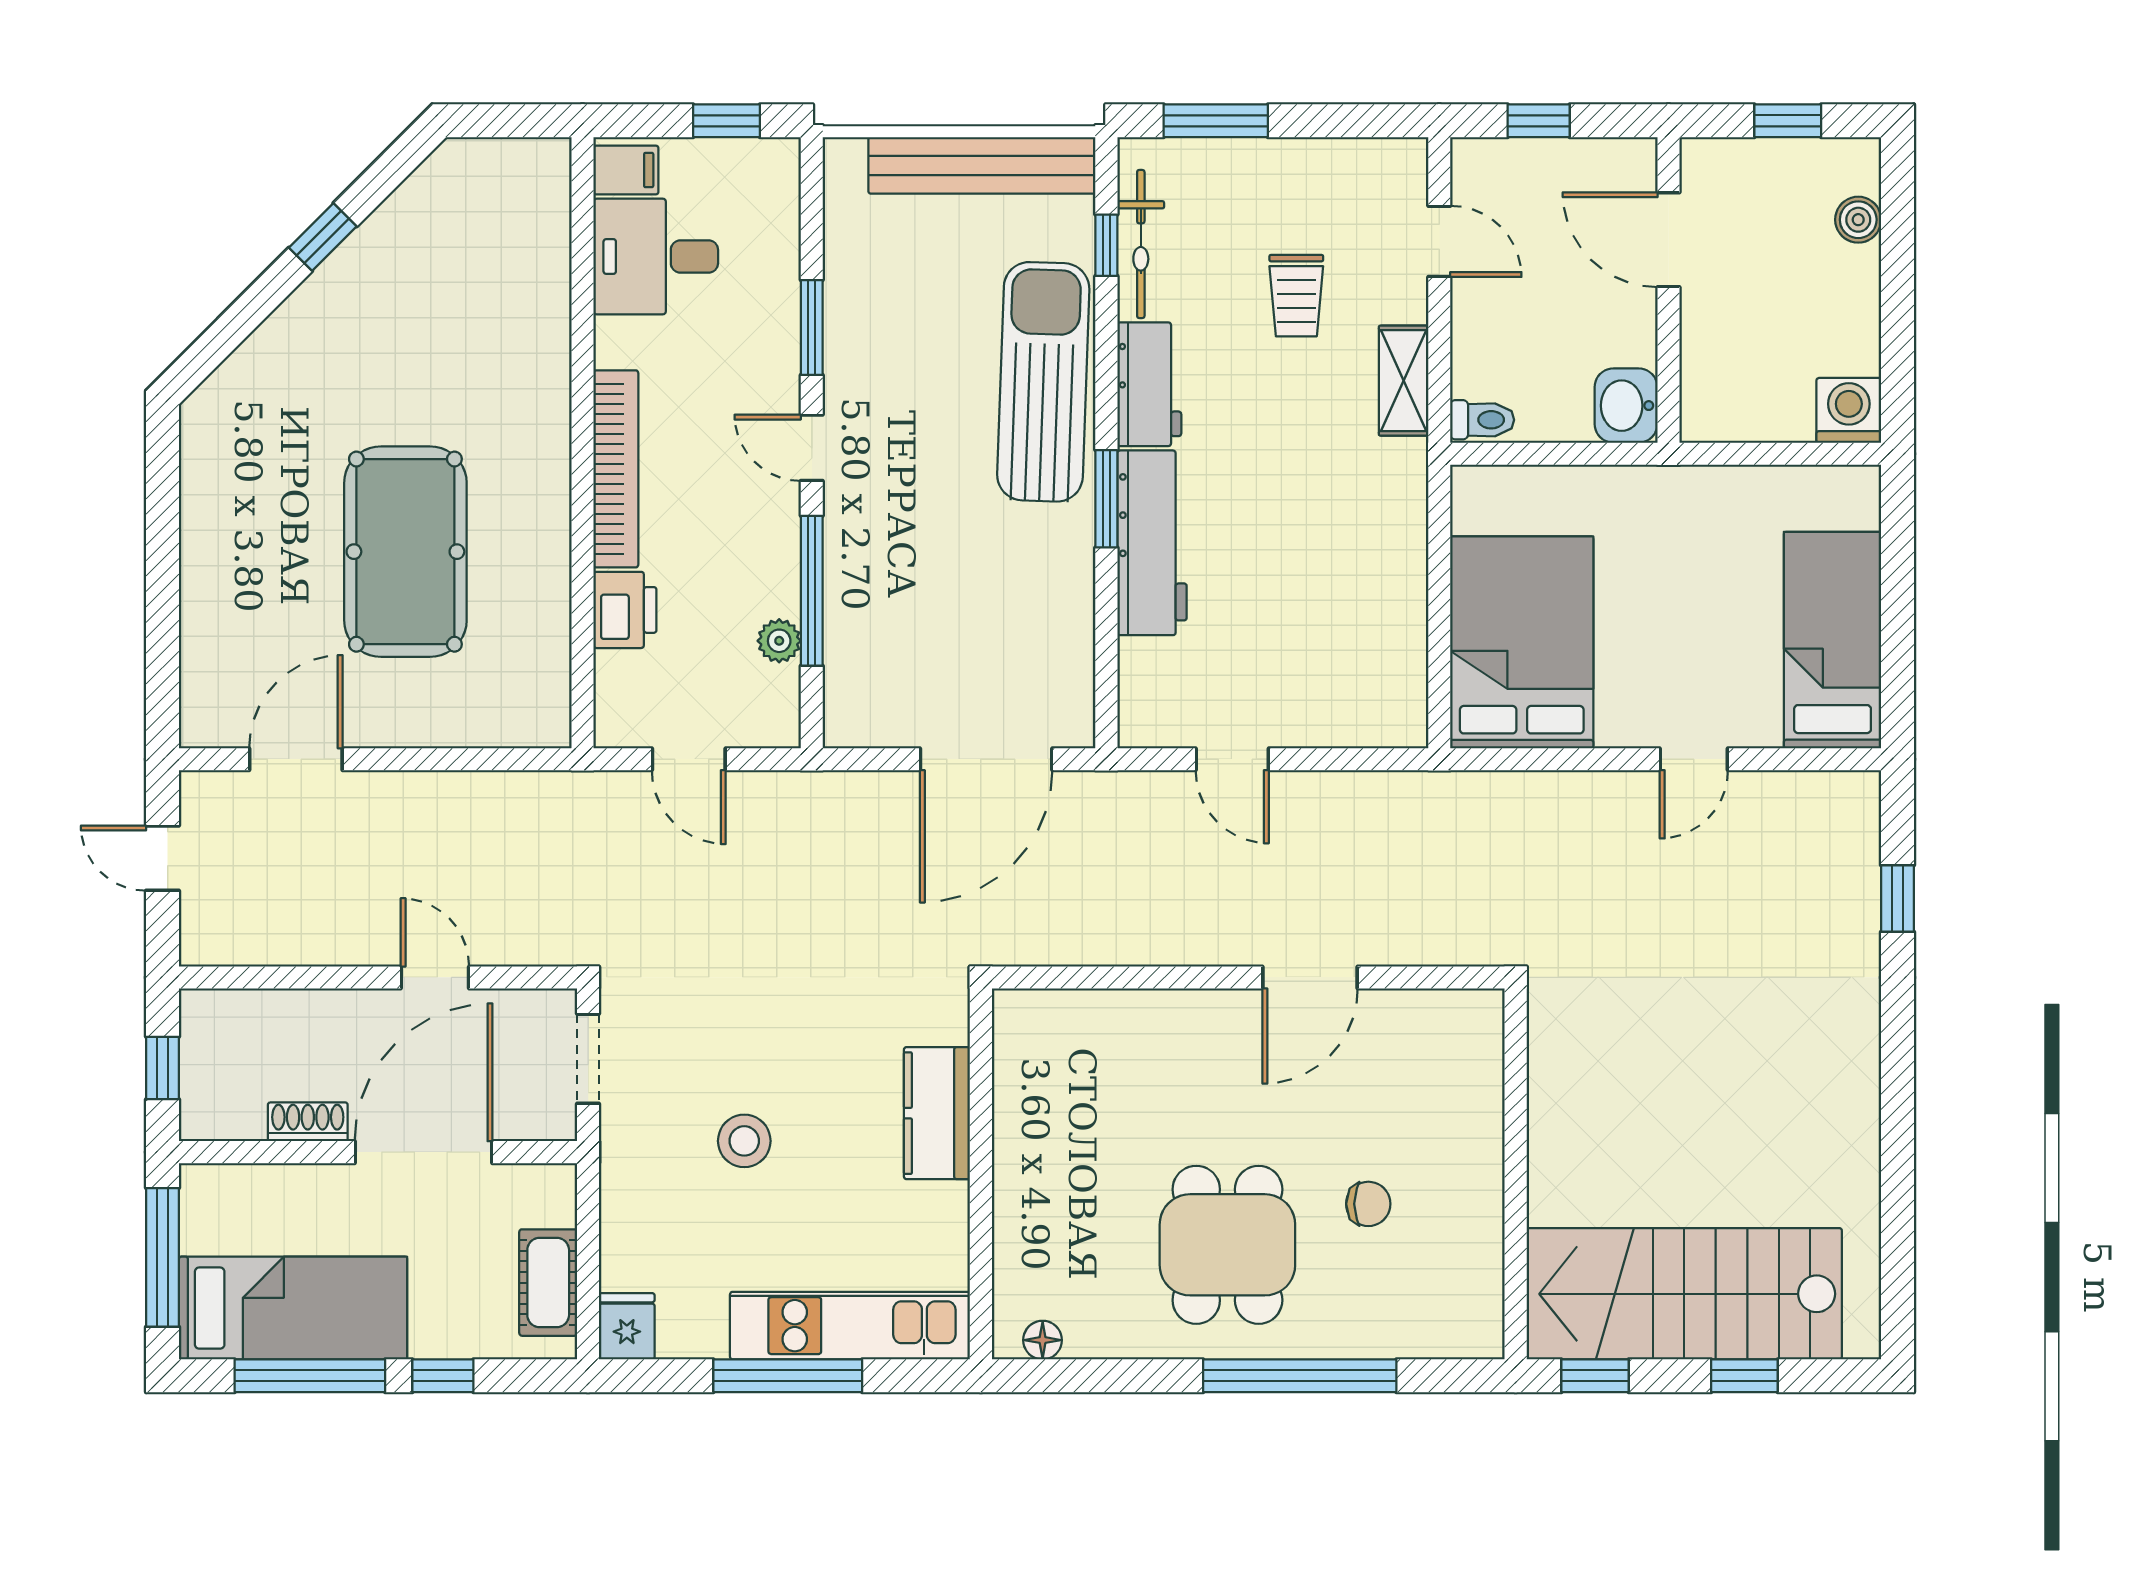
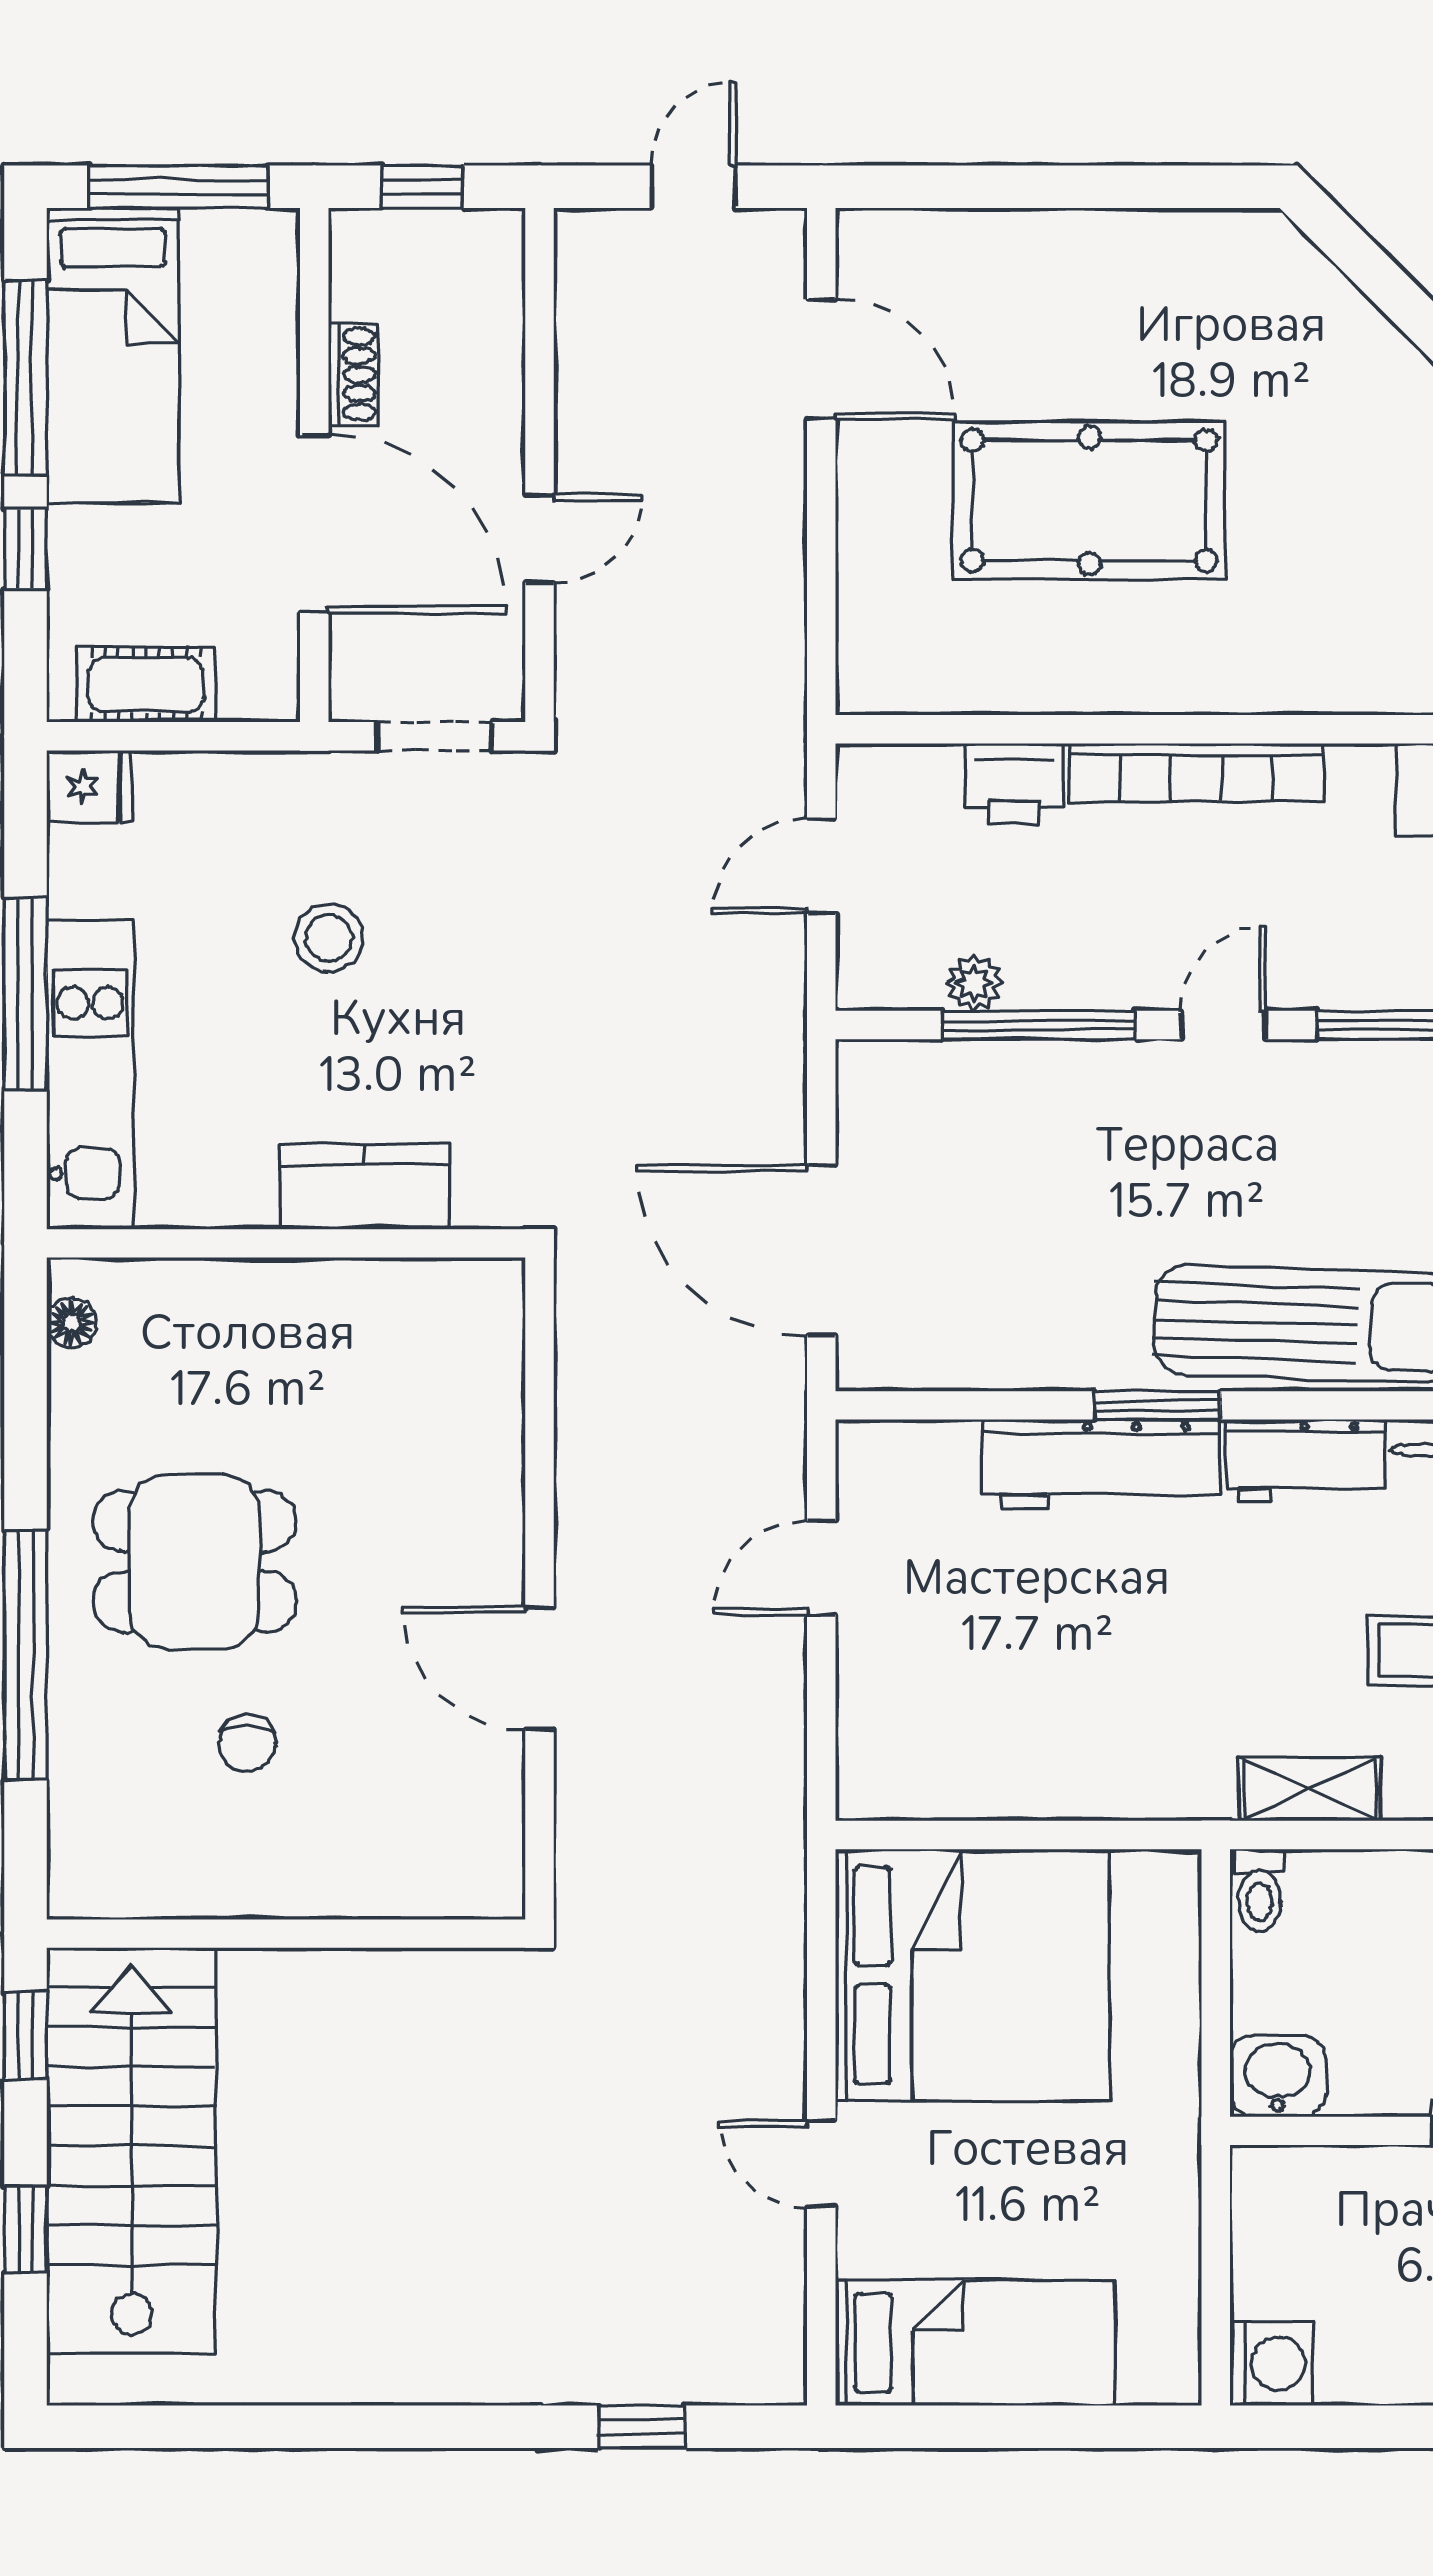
bed: (1522, 642) -> (972, 1975), width x1.36

